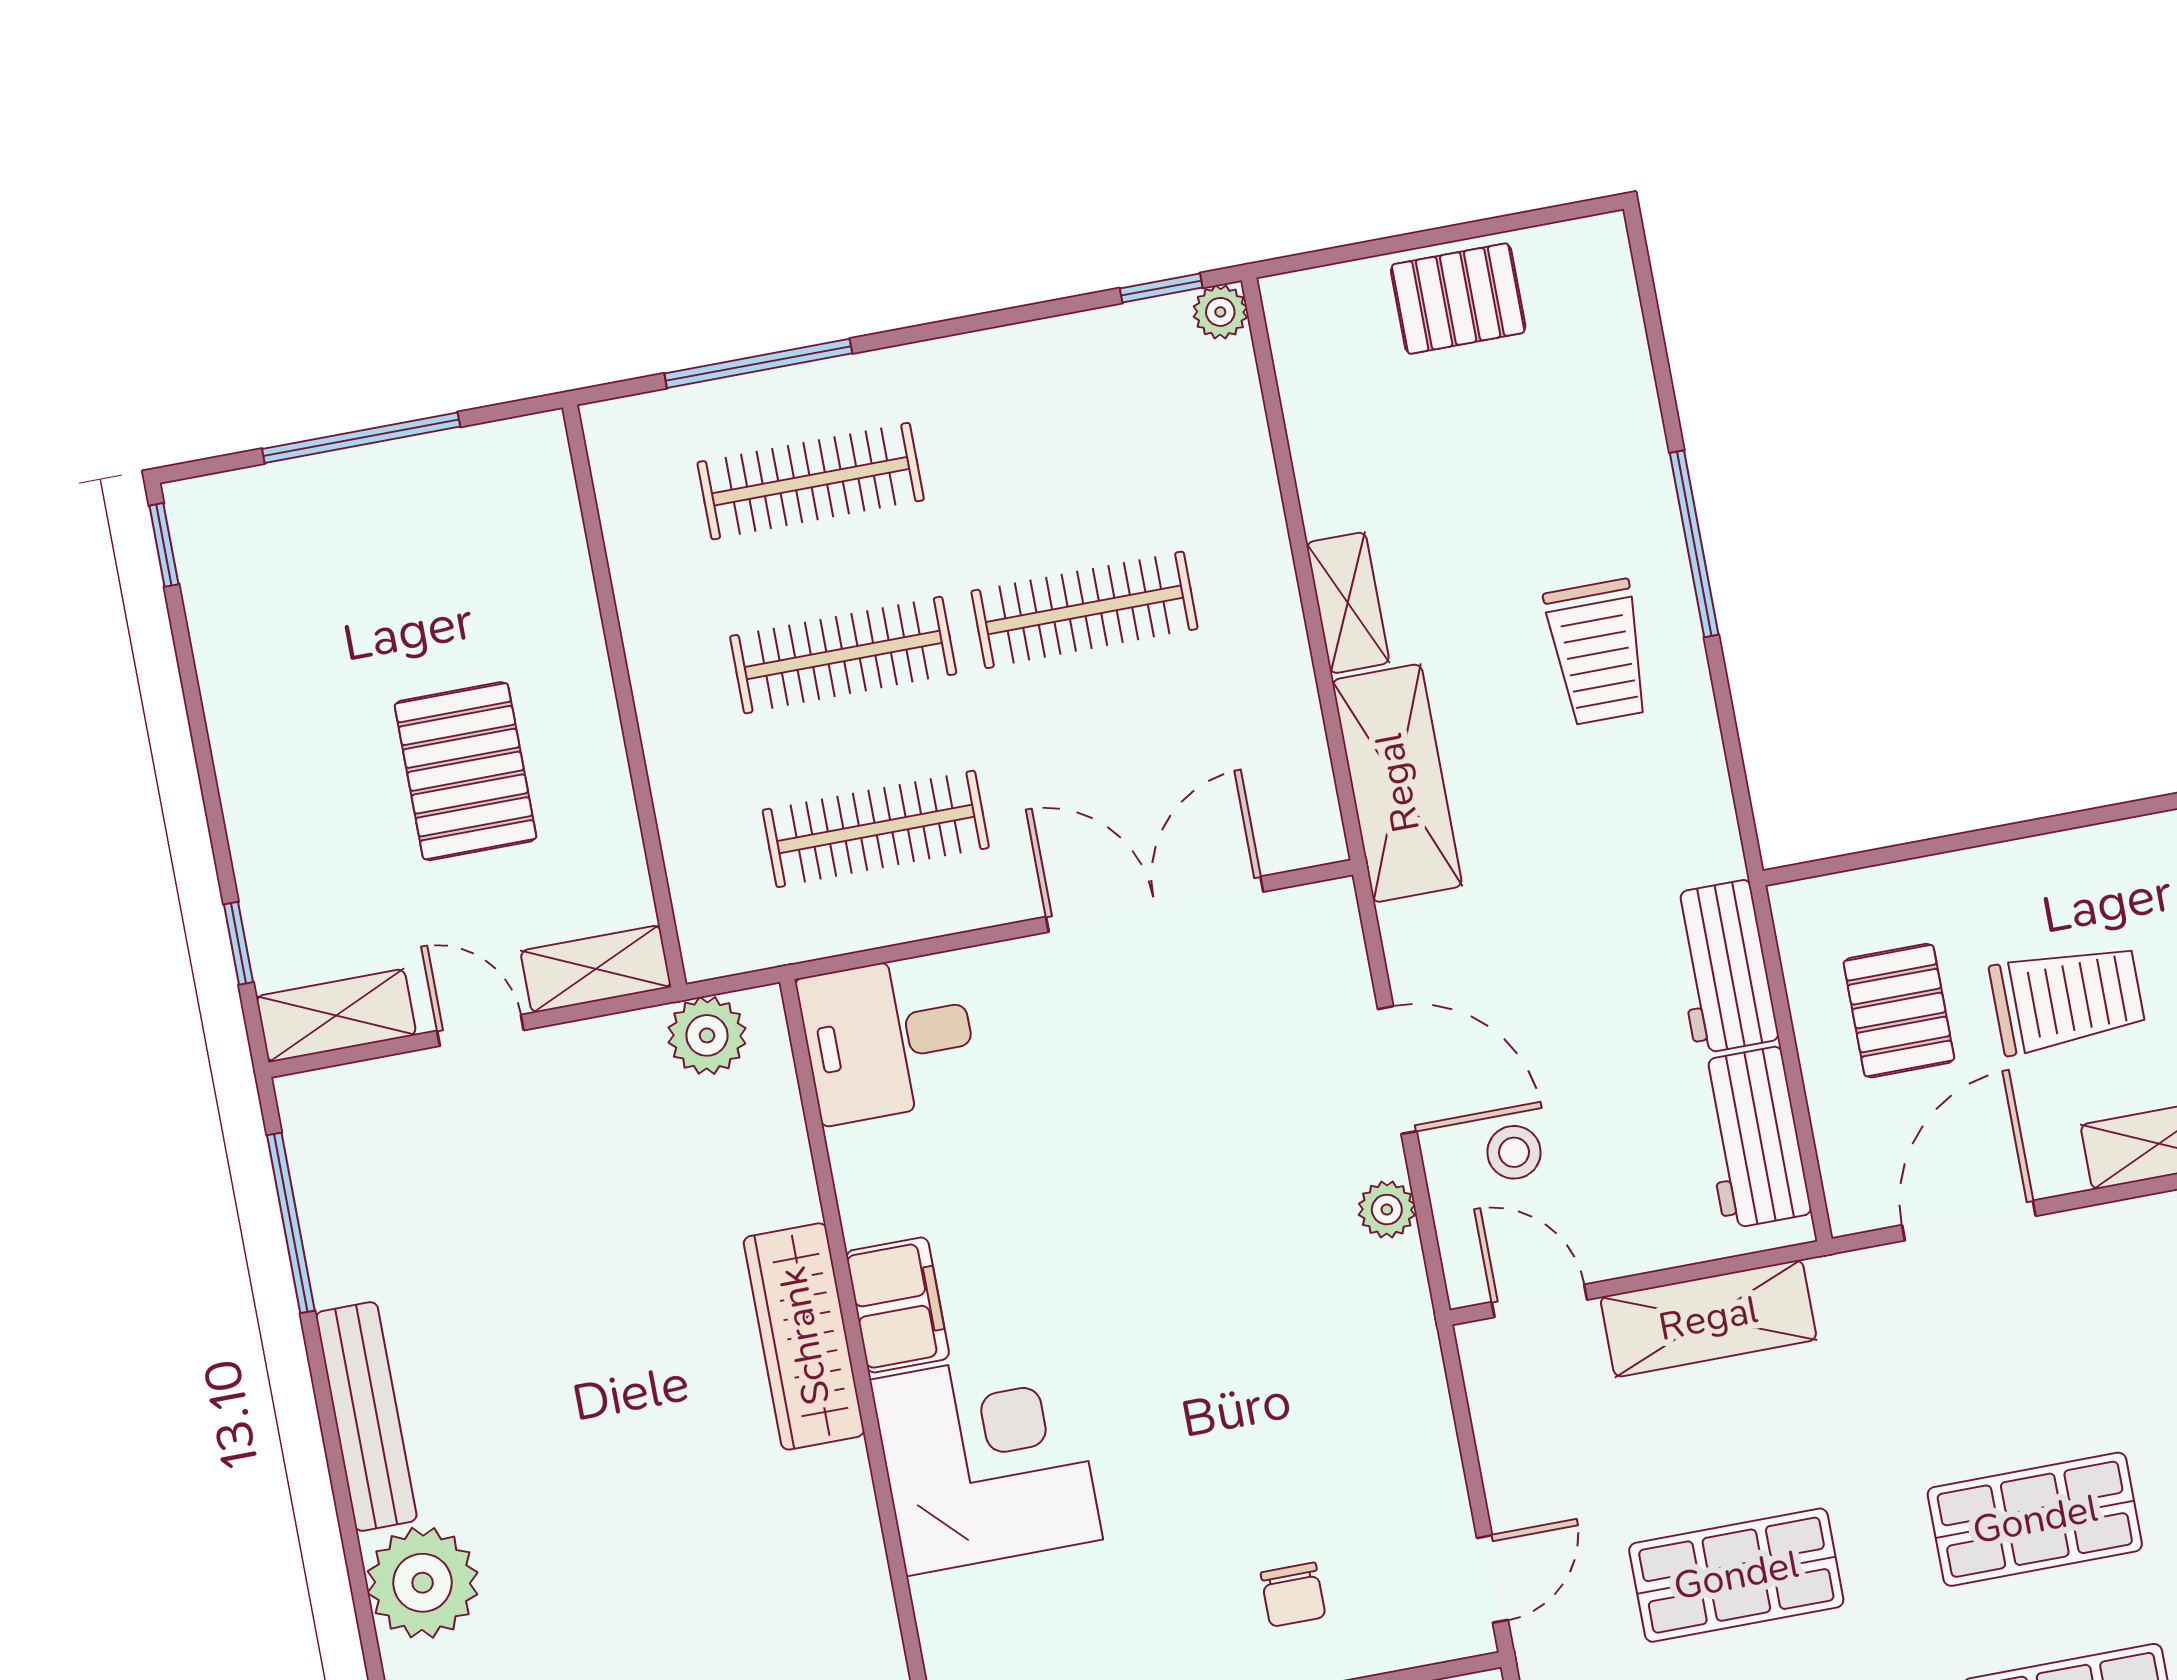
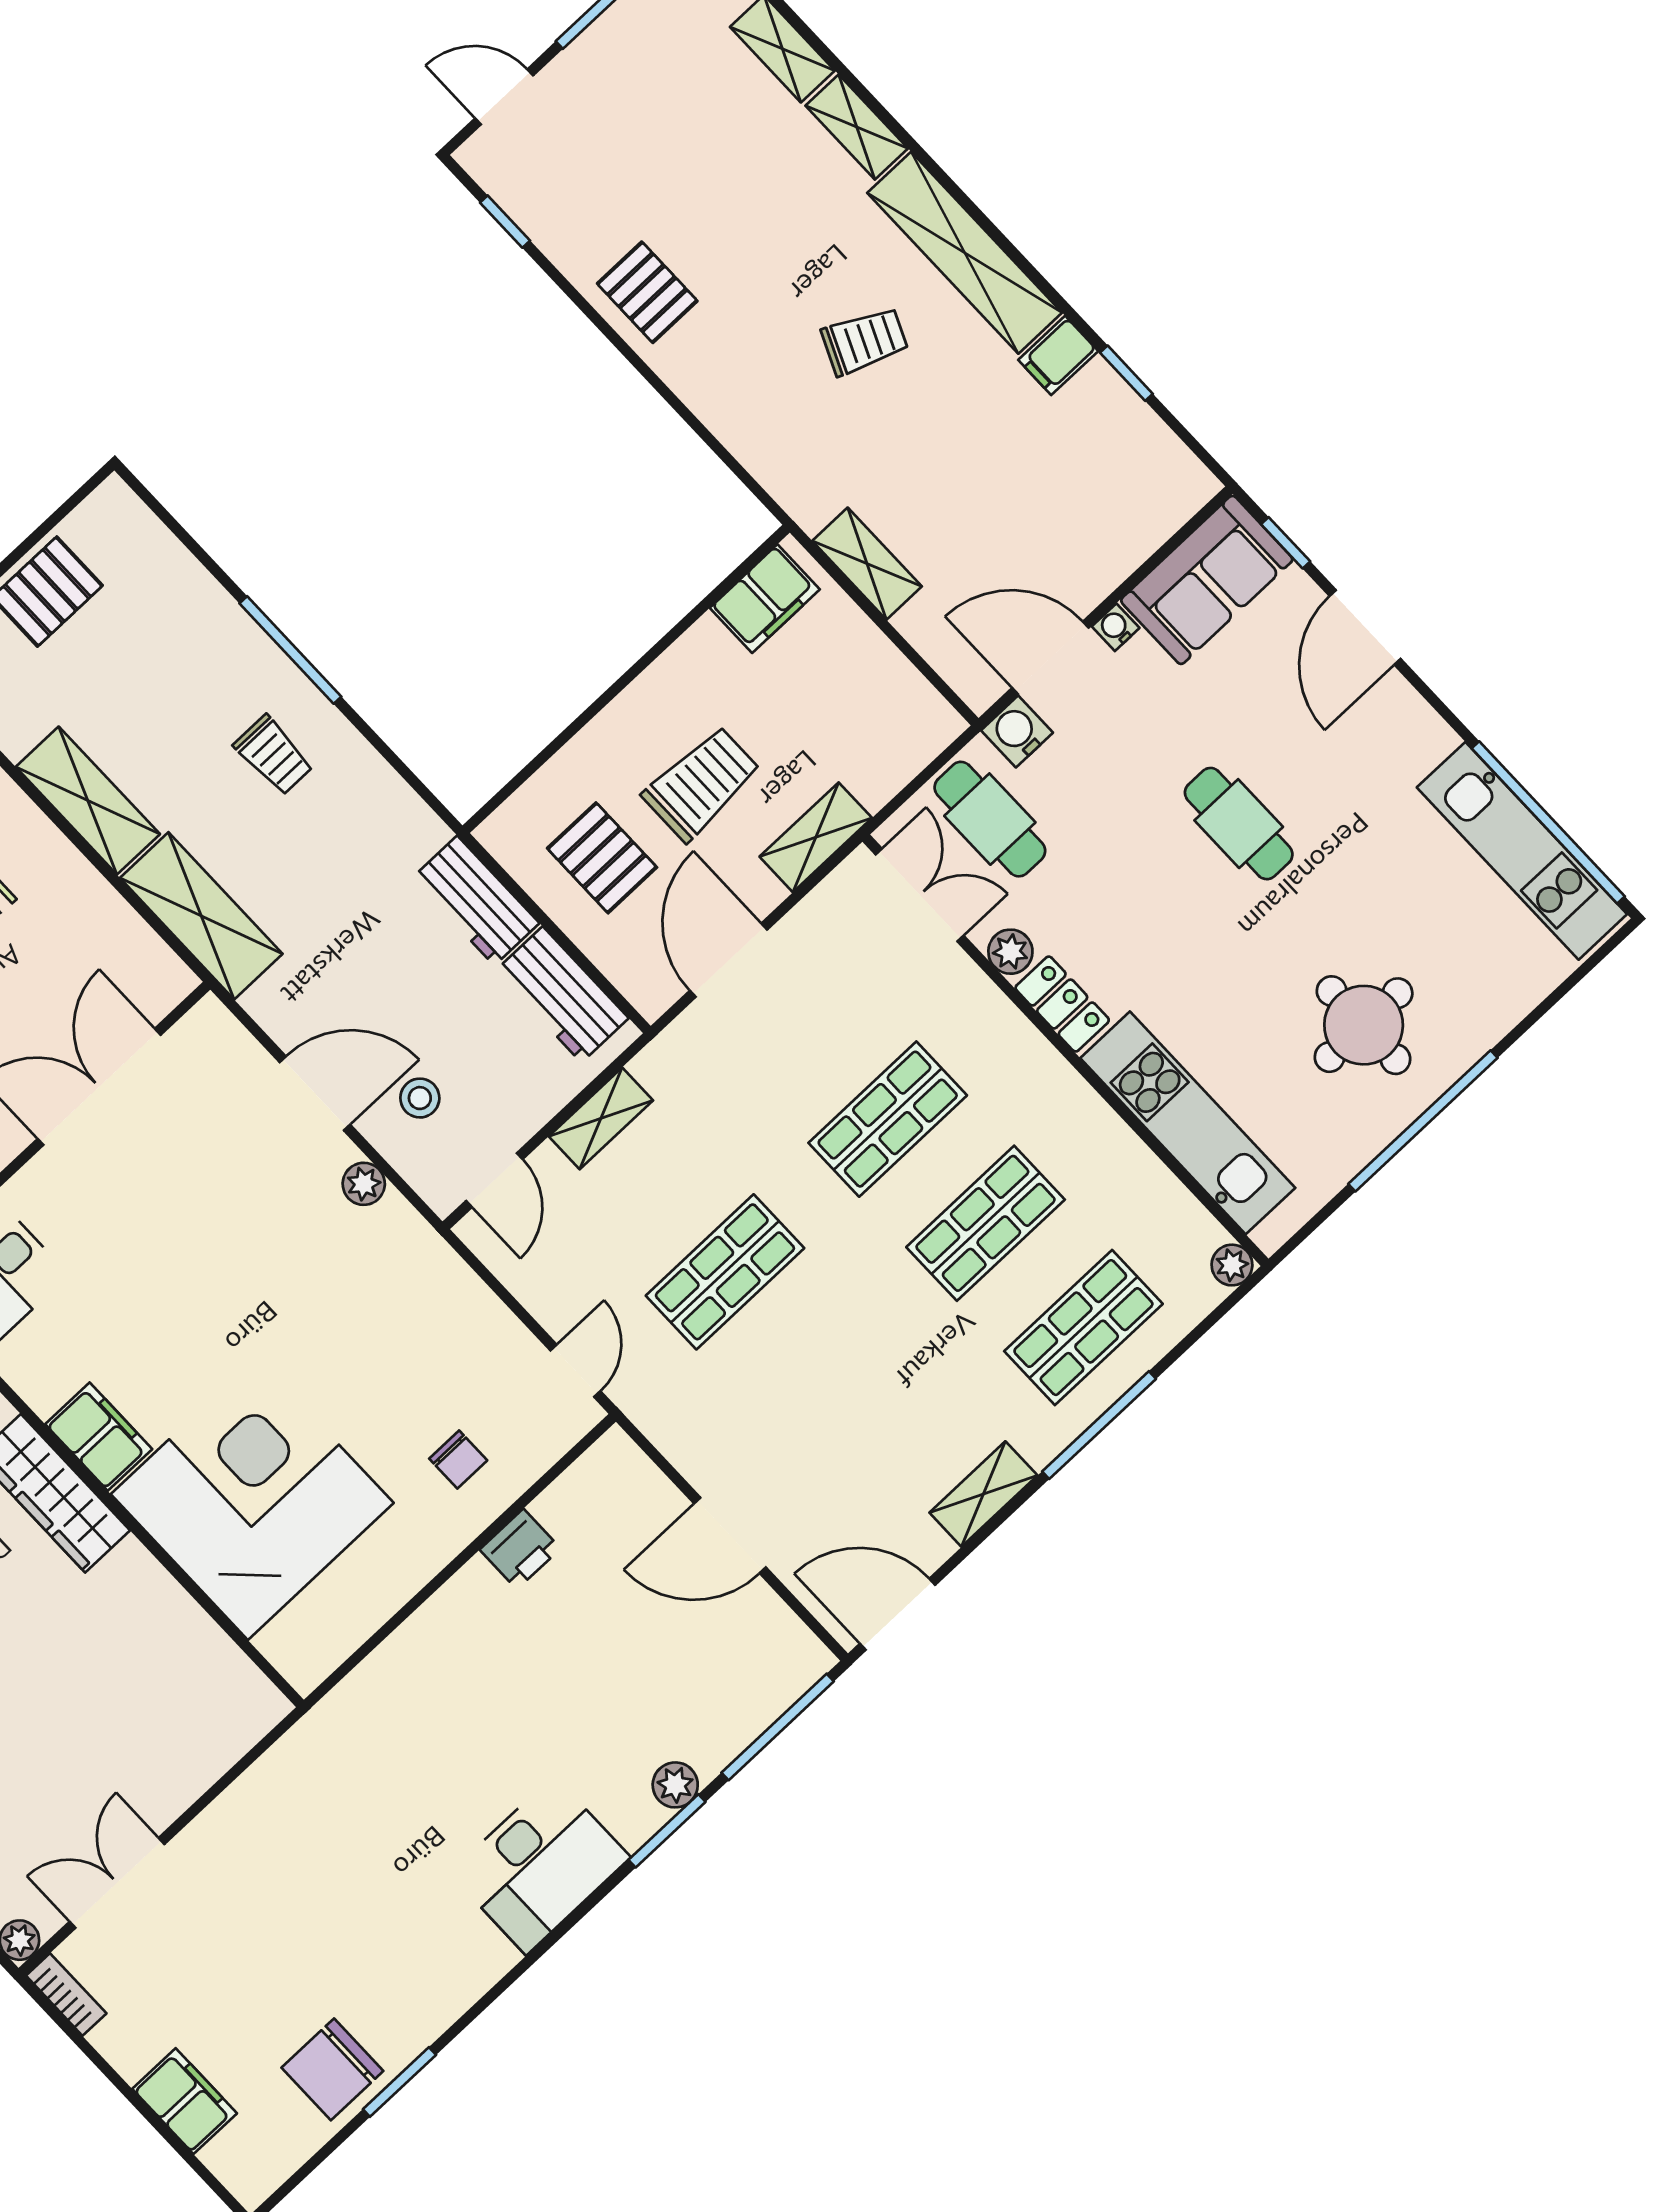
shelving: (1348, 603) -> (88, 801), width x1.50, depth x1.33
trolley: (1598, 652) -> (274, 755), width x0.73, depth x0.72
door: (1539, 1301) -> (494, 1180), swing flipped
shelving: (1708, 1318) -> (601, 1118), width x0.67, depth x0.75
corner desk: (986, 1460) -> (252, 1499), width x1.36, depth x1.36

